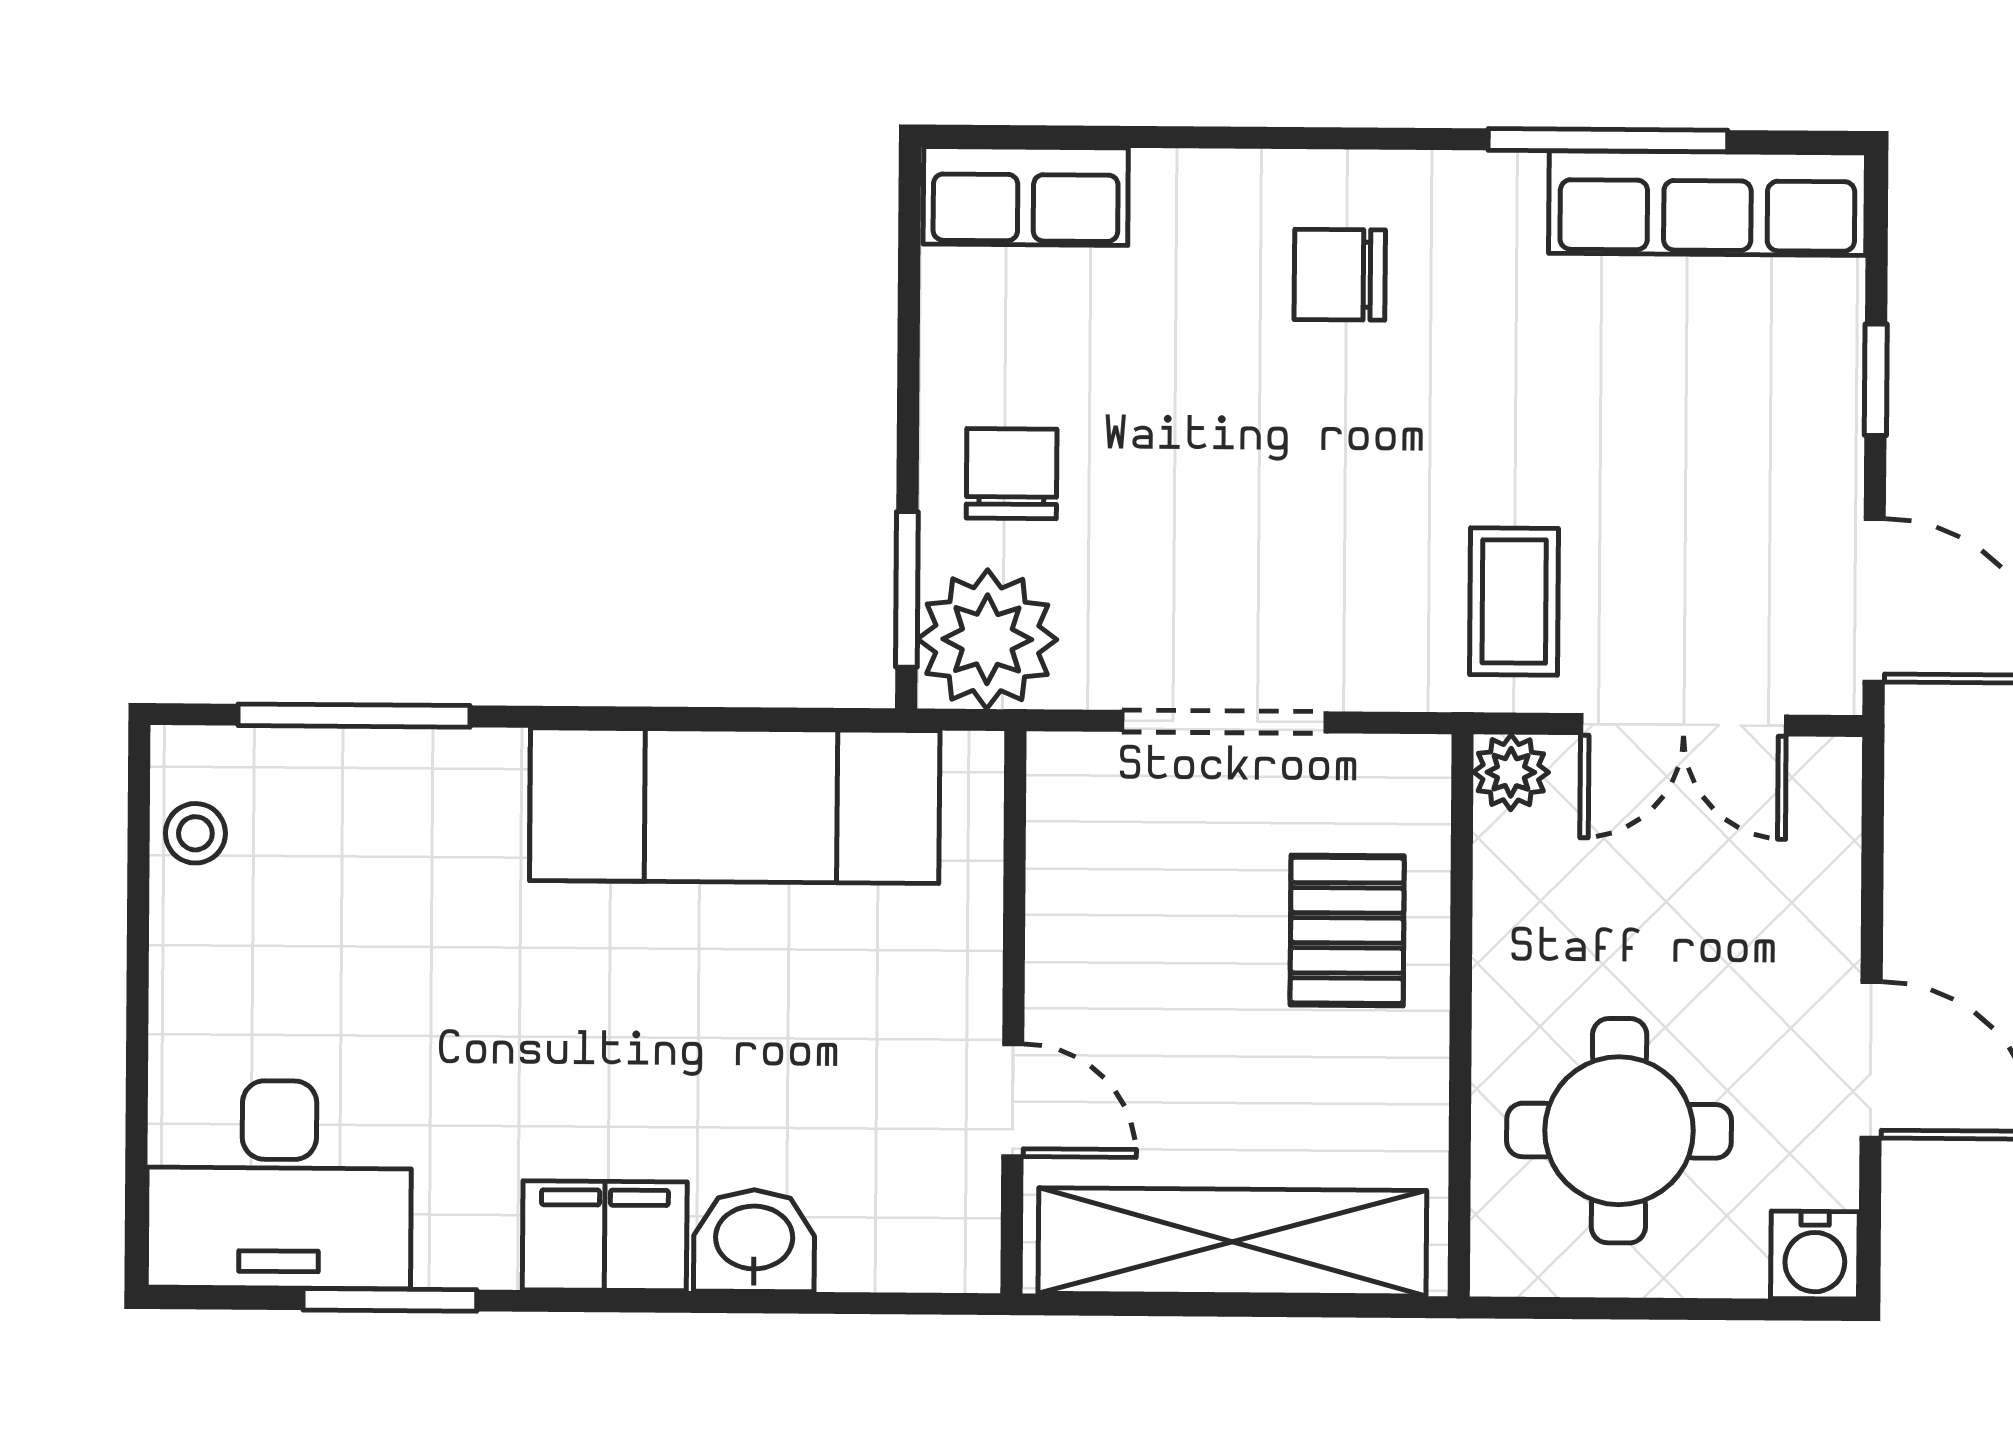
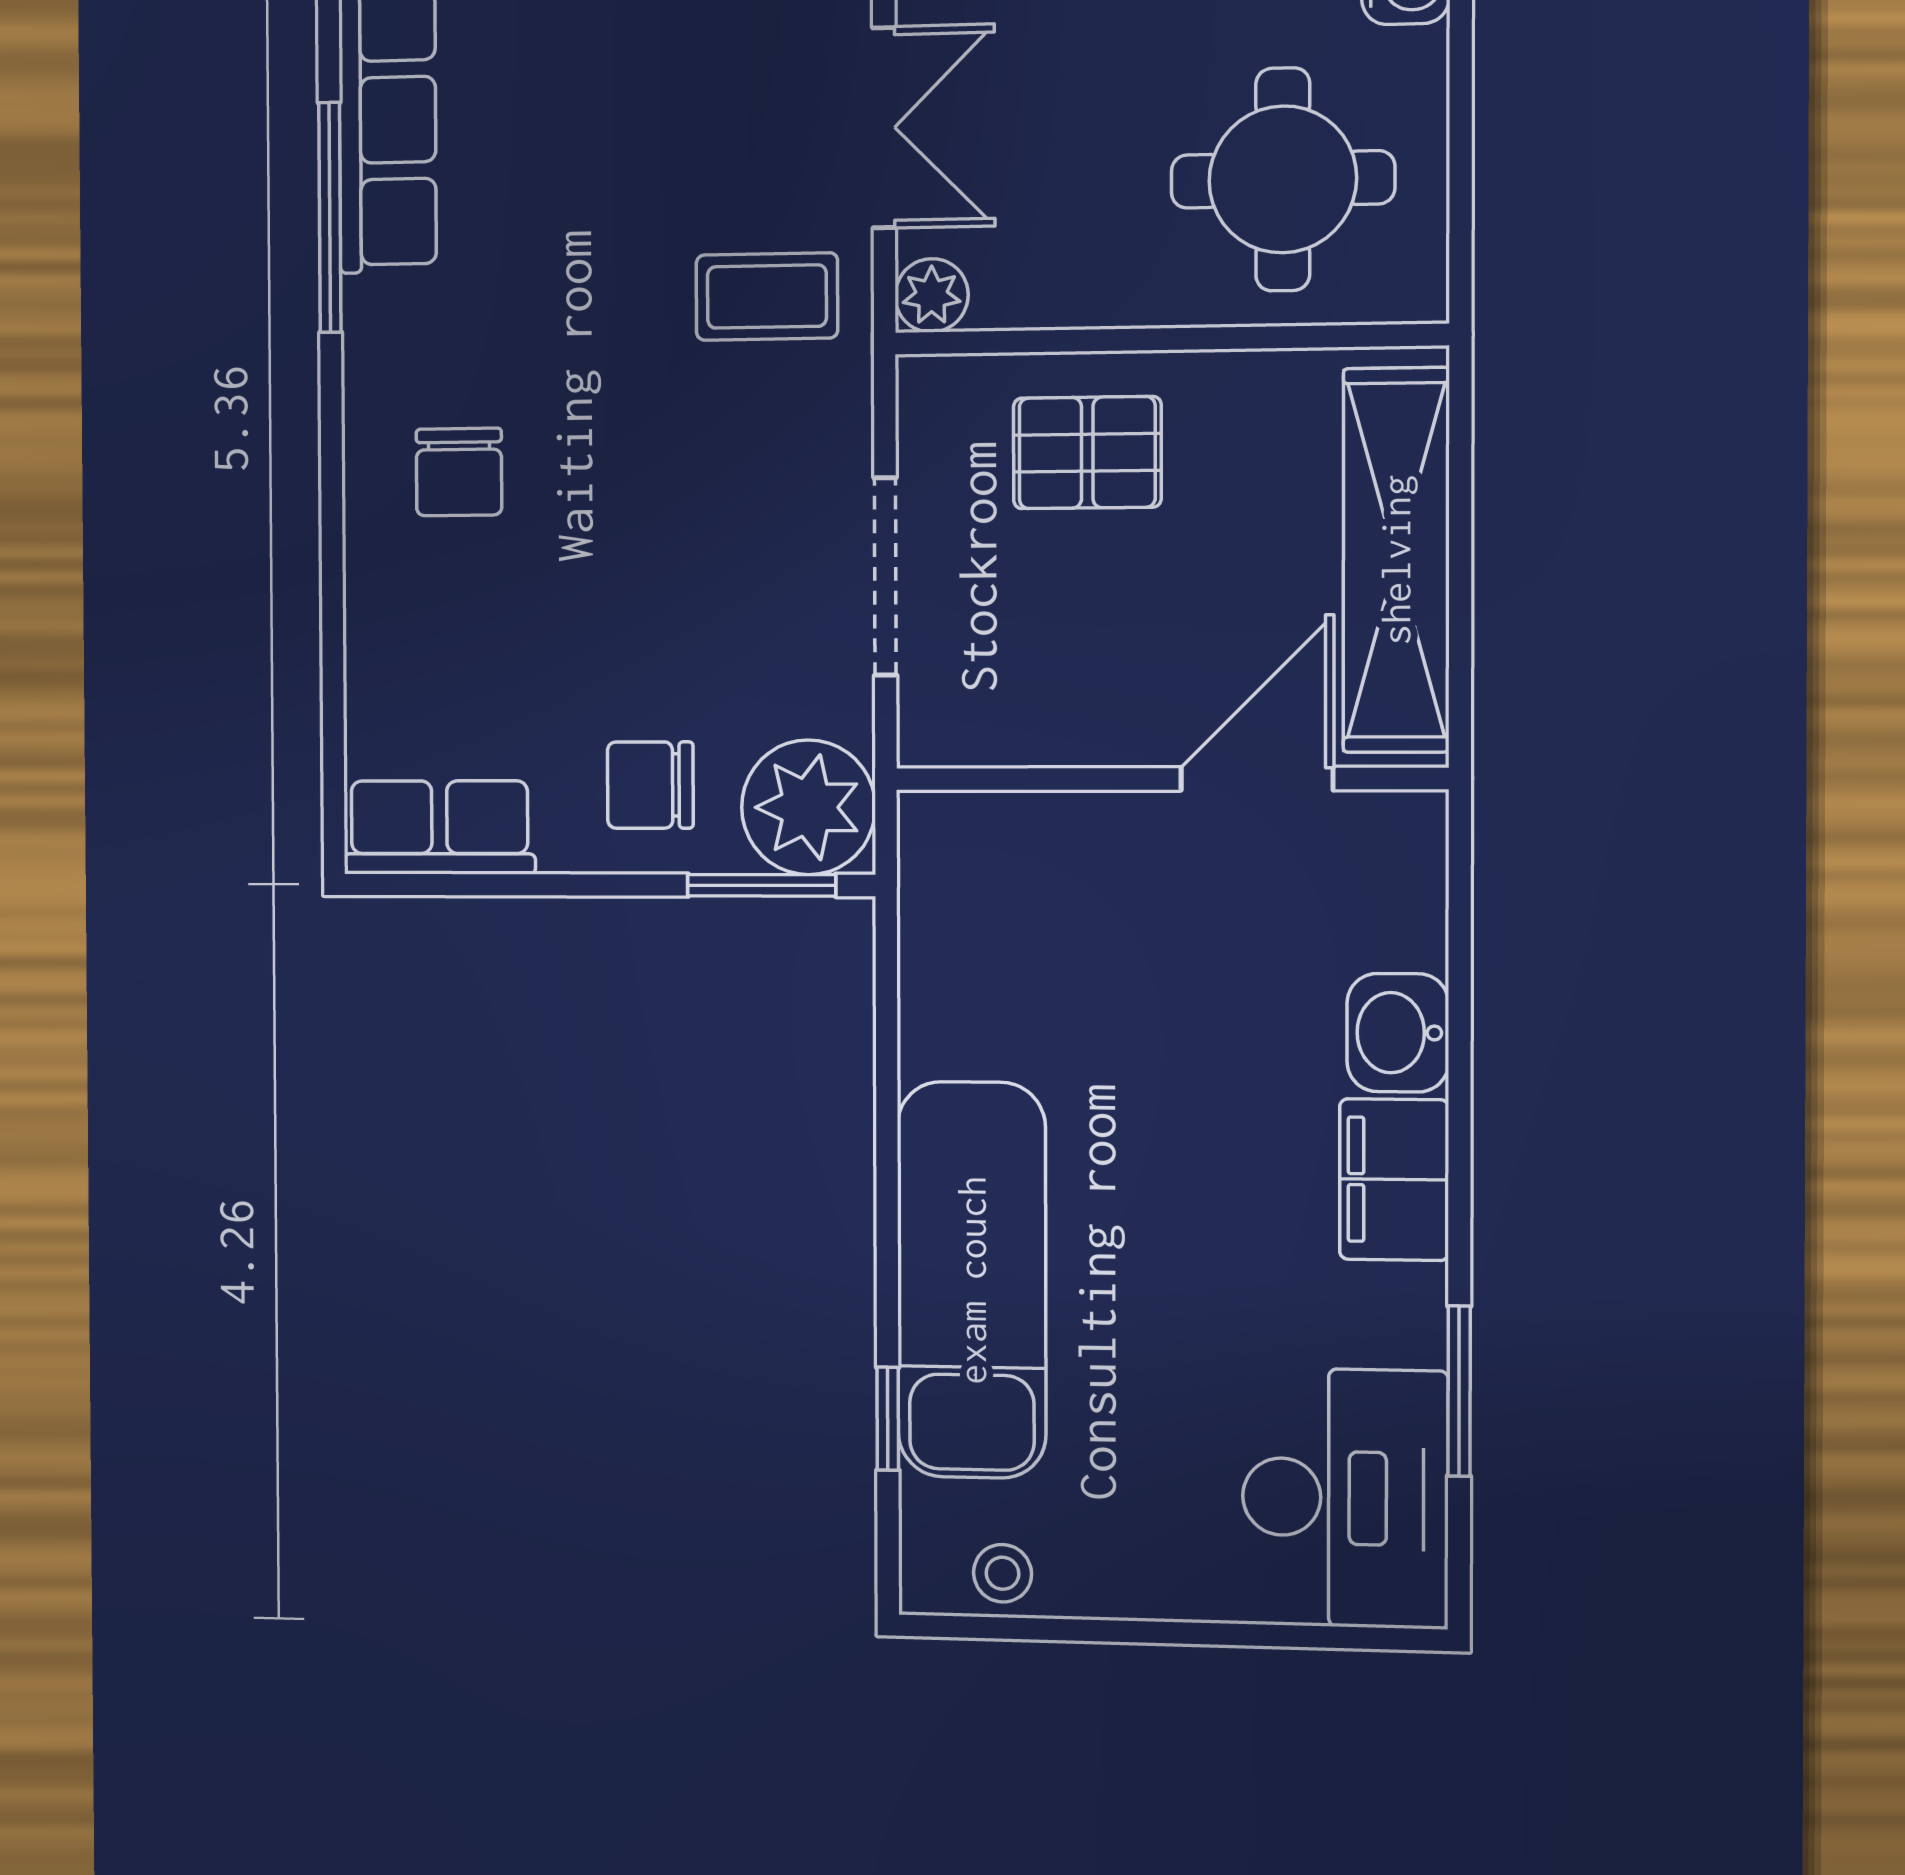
row of seats: (1026, 196) -> (439, 827), moved, turned -90
window: (354, 716) -> (888, 1419), width x0.46
exam couch: (735, 806) -> (972, 1280), moved
door: (1013, 1100) -> (1257, 779), width x1.38

